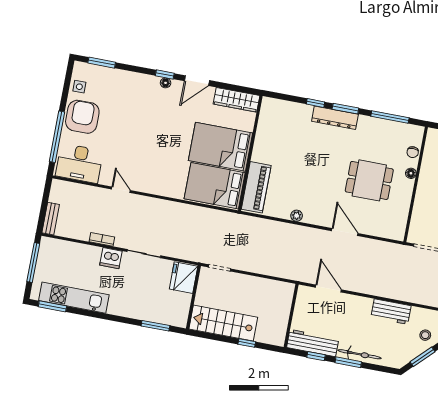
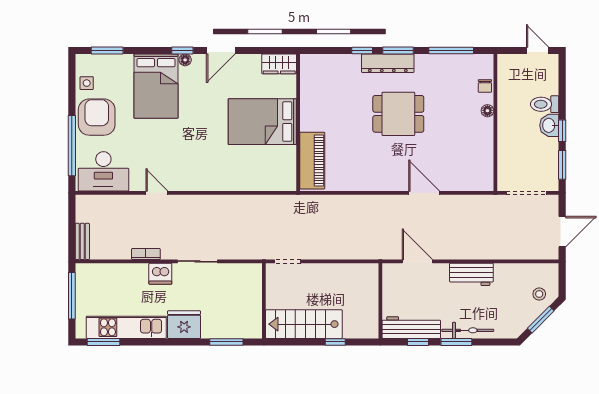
wardrobe: (236, 100) -> (279, 64), width x0.67
dining table: (369, 180) -> (398, 114), moved
bed: (215, 186) -> (156, 86), moved, turned -90
plant: (297, 216) -> (365, 184), removed
fridge: (184, 278) -> (184, 325), moved, turned 90
workbench: (391, 312) -> (471, 274), moved

